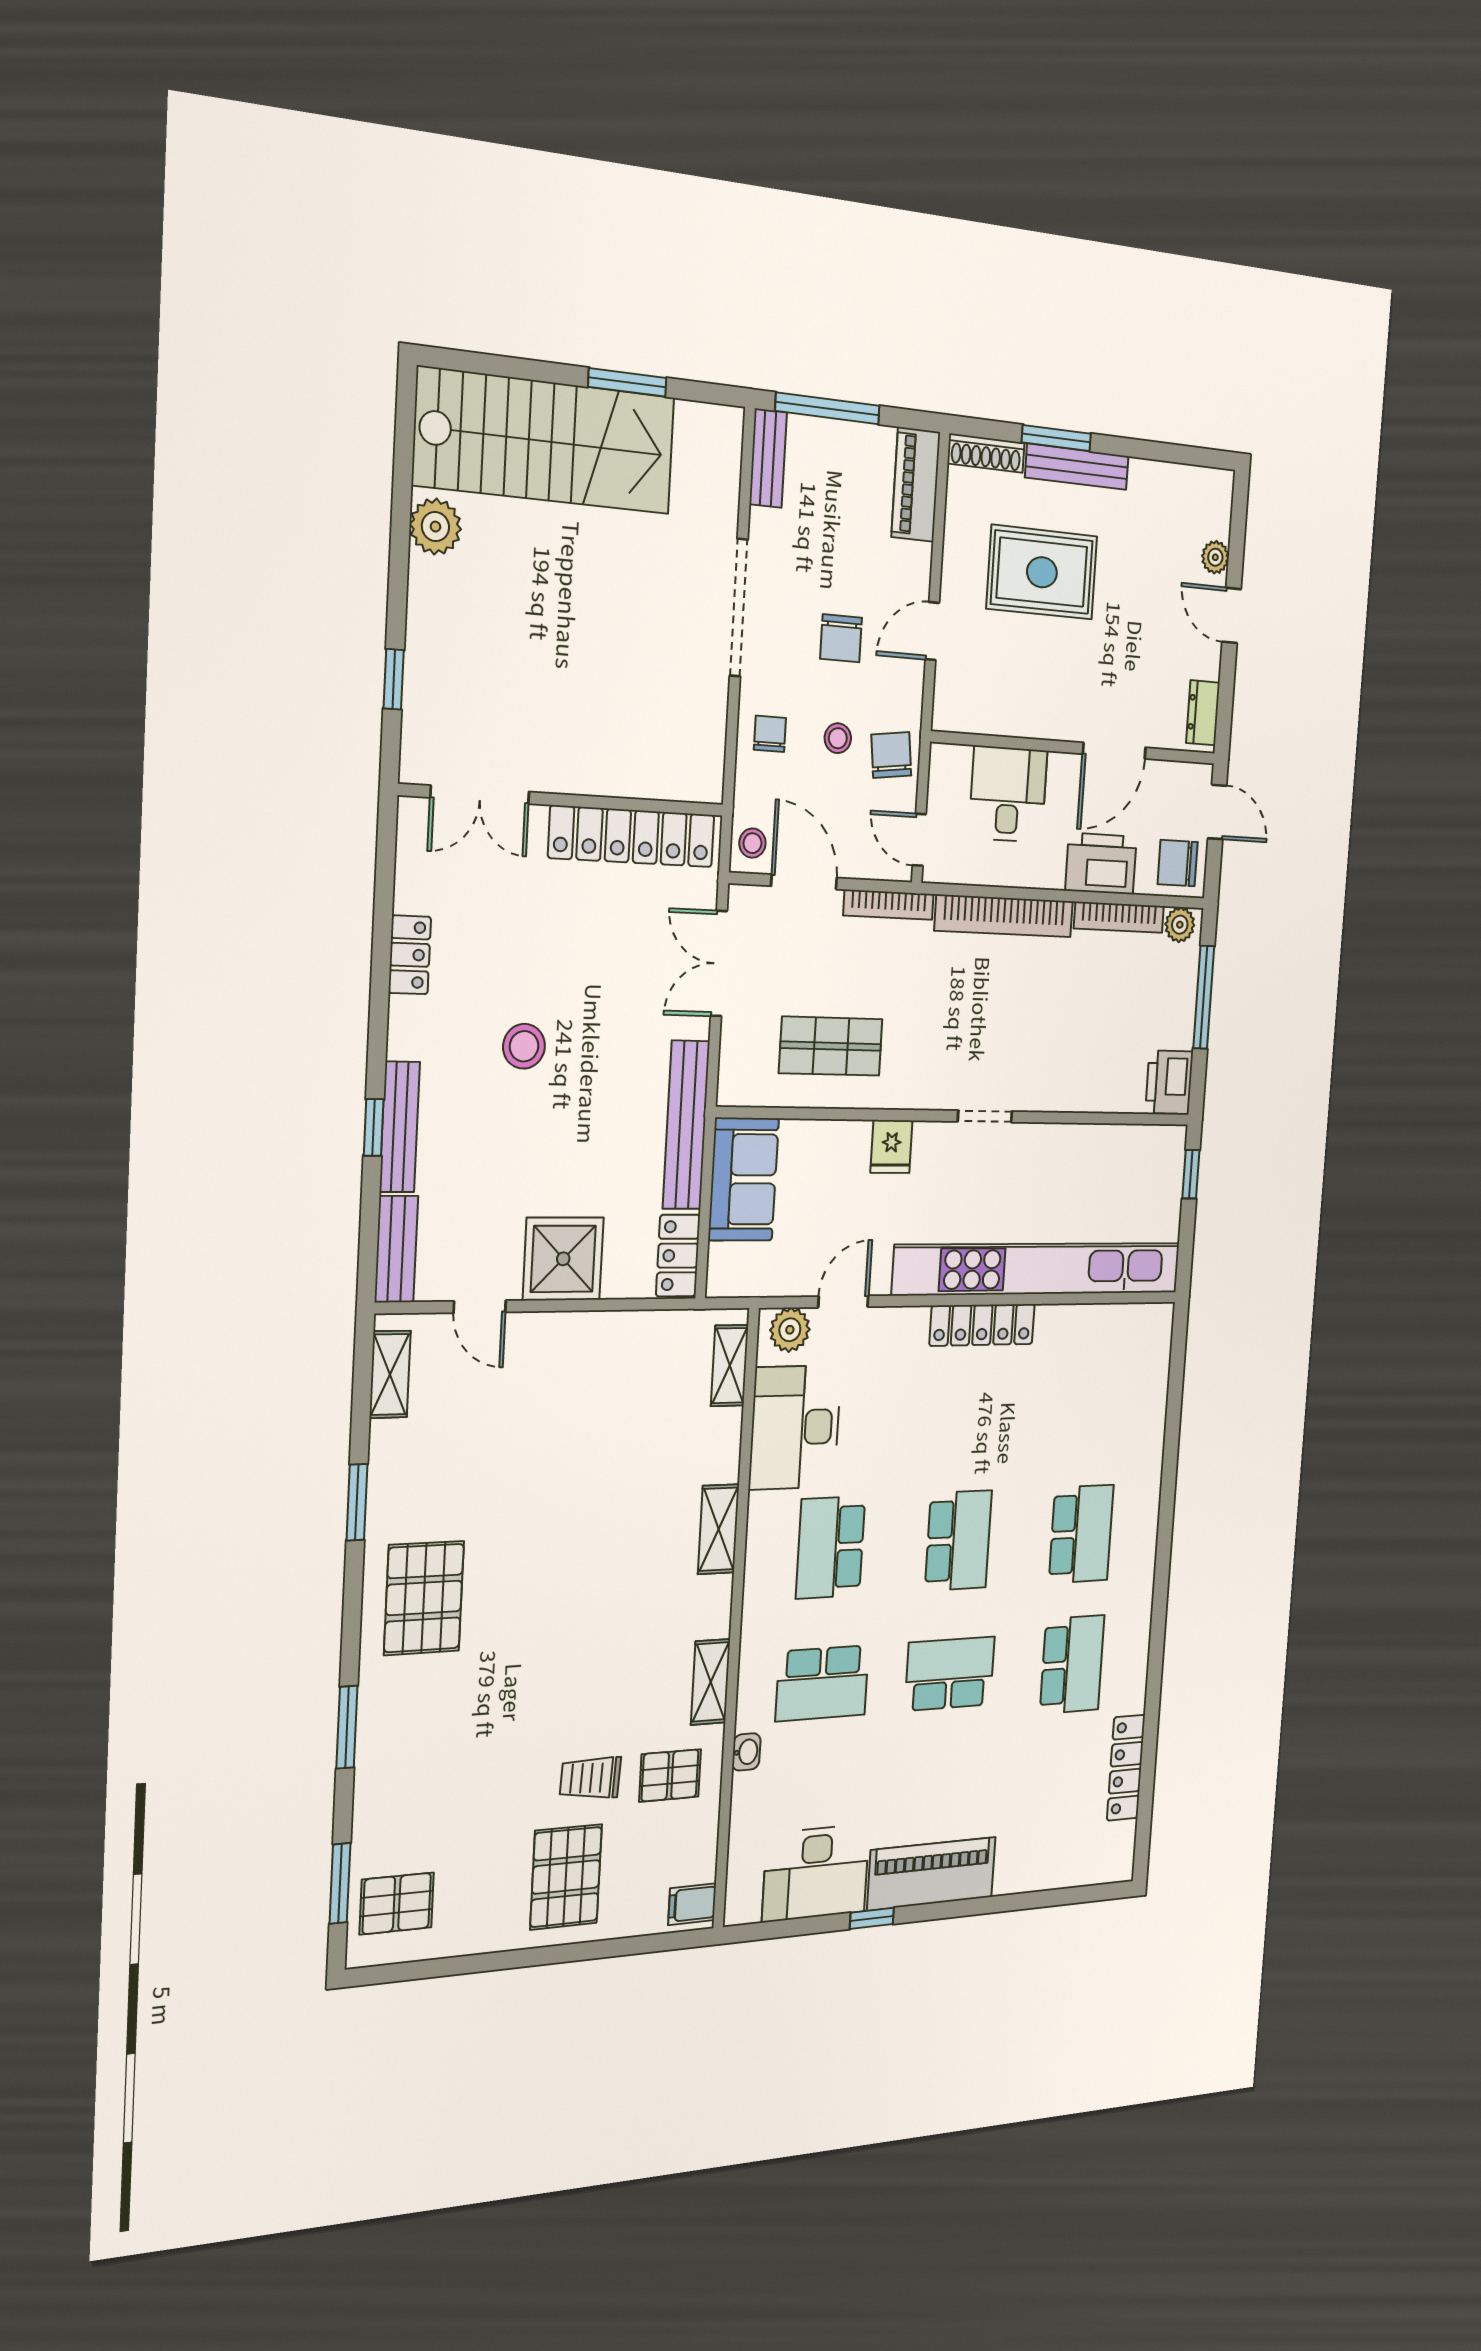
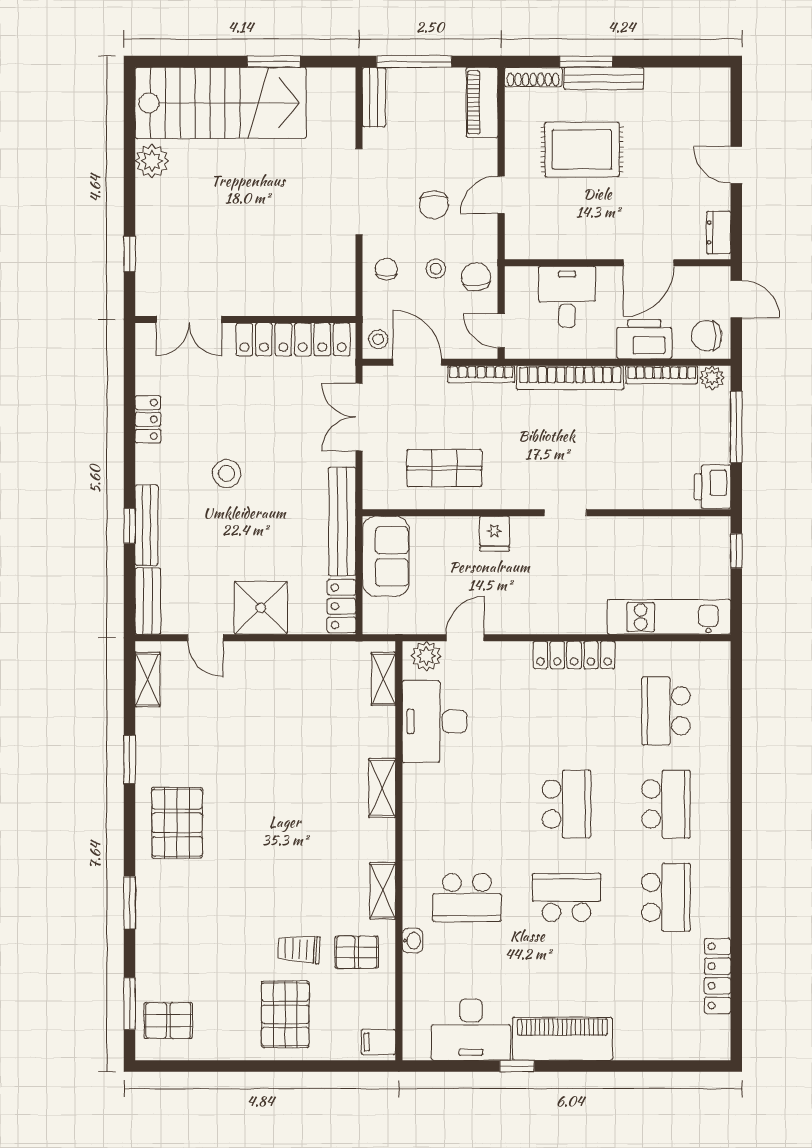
plant: (1215, 557) -> (720, 127), removed
kitchen unit: (1038, 1269) -> (669, 617), width x0.54
school desk: (831, 1547) -> (666, 711), moved

